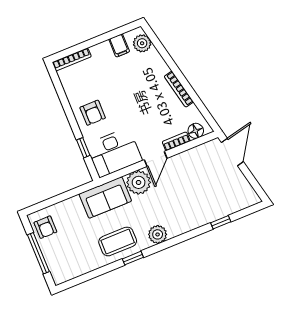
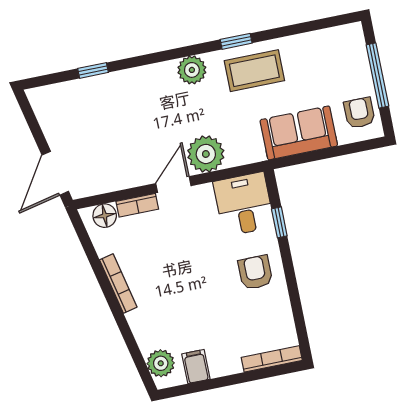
desk: (114, 153) -> (244, 204), width x0.73
sofa: (105, 197) -> (299, 133), moved

